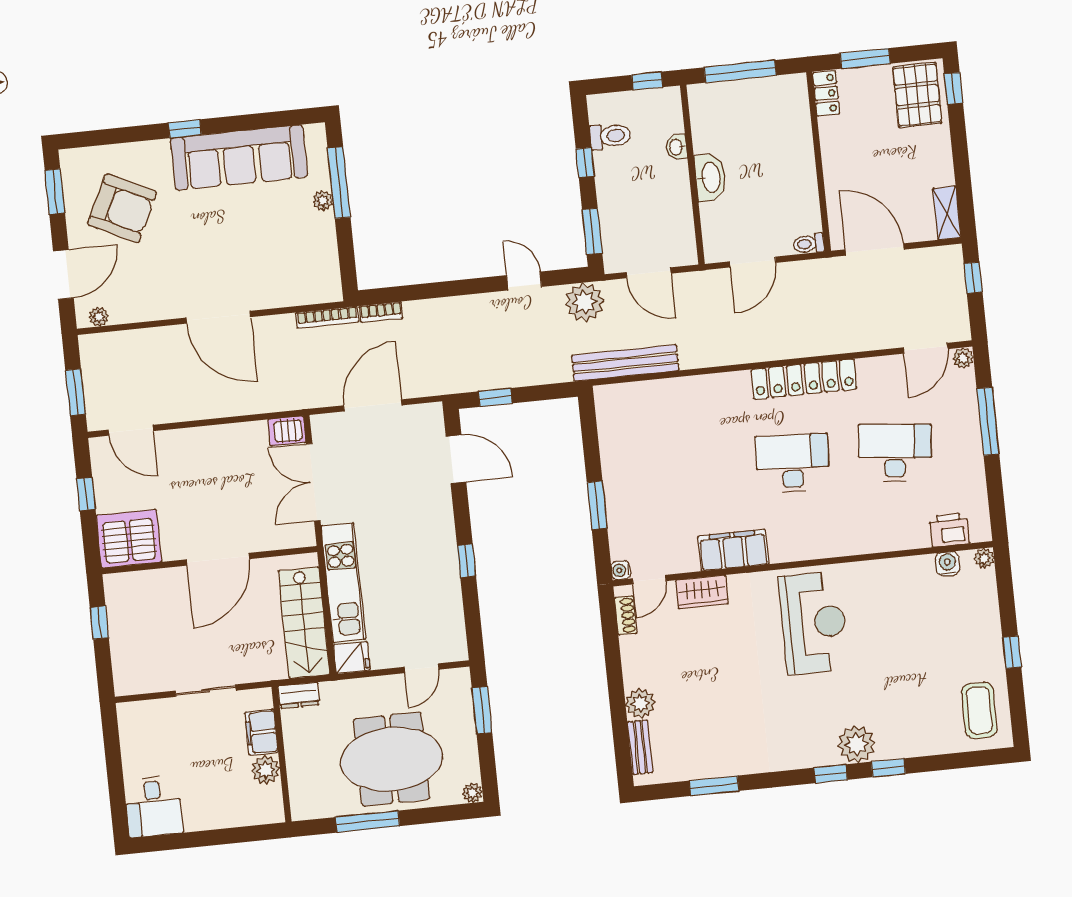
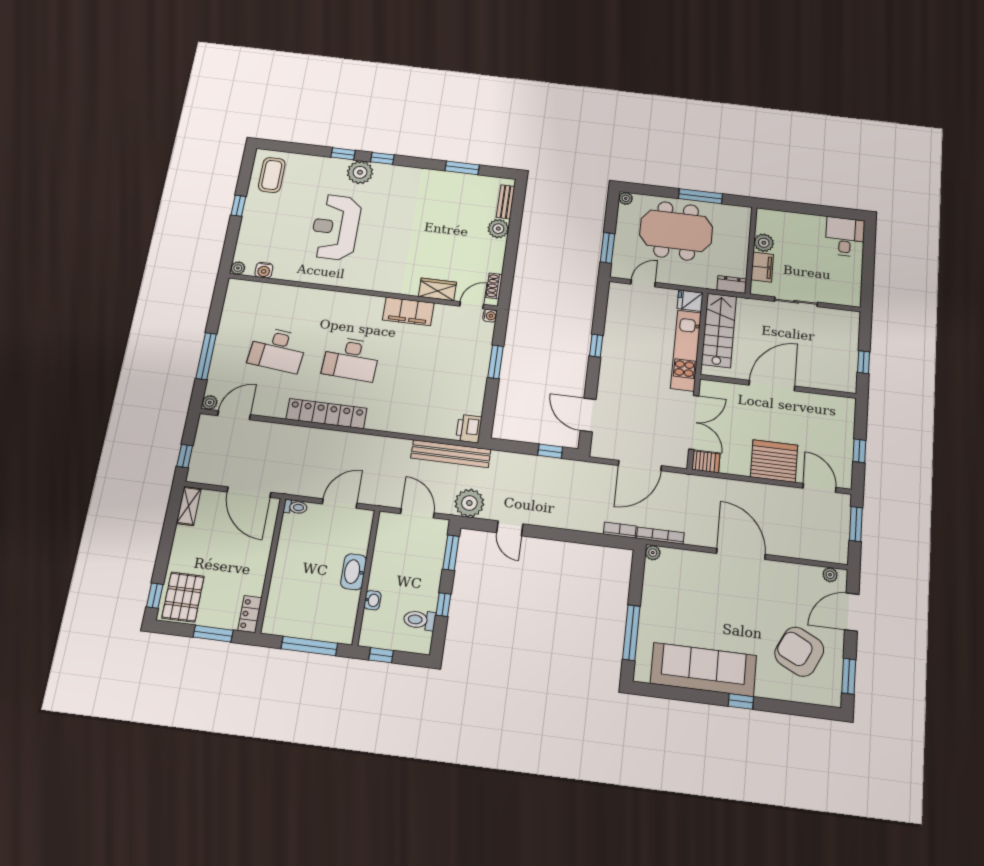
plant: (323, 201) -> (653, 553), moved
printer: (949, 530) -> (469, 429), moved, turned 90
server rack: (129, 539) -> (774, 461), moved, turned 180
reception desk: (814, 623) -> (335, 227), moved

